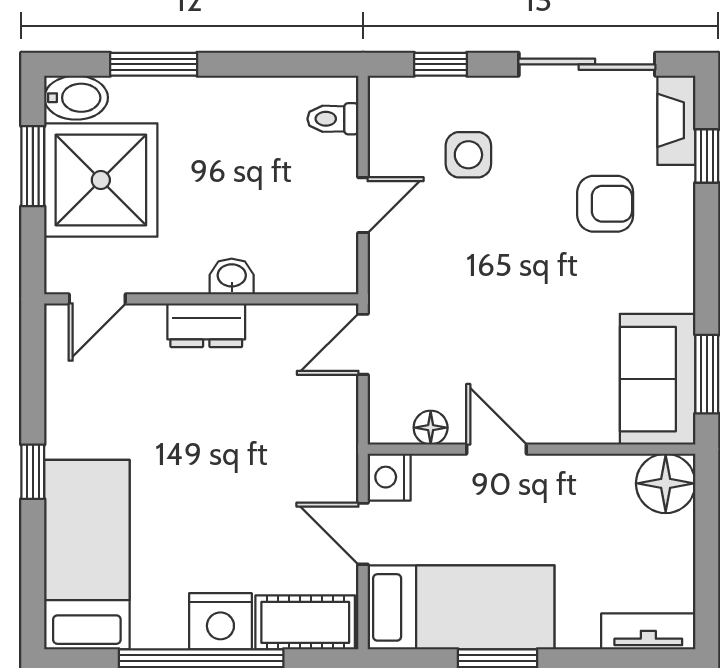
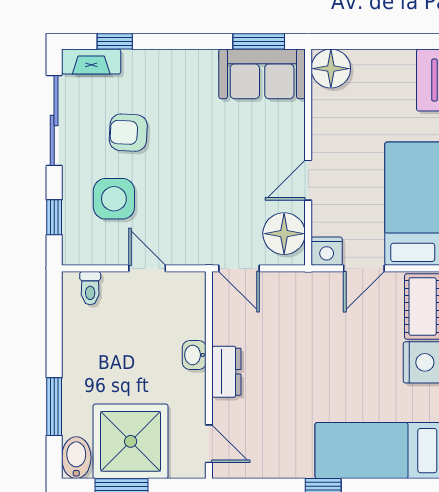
side table: (468, 155) -> (114, 199), width x1.37, depth x1.37
armchair: (605, 204) -> (128, 133), moved, turned -87
floor lamp: (431, 428) -> (284, 234), width x1.89, depth x1.89

